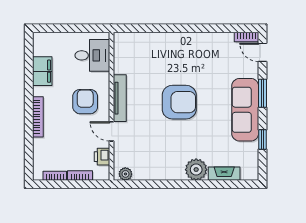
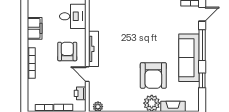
door: (262, 52) -> (202, 14), swing flipped
window: (262, 93) -> (202, 45), width x1.44
armchair: (179, 102) -> (153, 75), moved, turned 90

